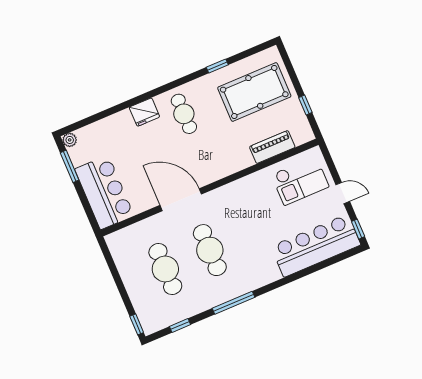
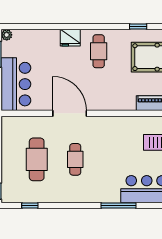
cafe table: (210, 250) -> (75, 159), width x0.73, depth x0.74
window: (233, 303) -> (118, 205), moved

